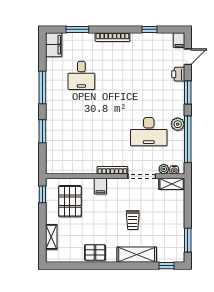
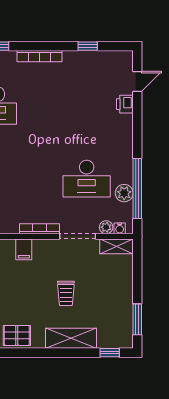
filing cabinet: (179, 40) -> (126, 60), removed
window: (188, 93) -> (137, 128), removed
plant: (178, 124) -> (124, 193), moved

